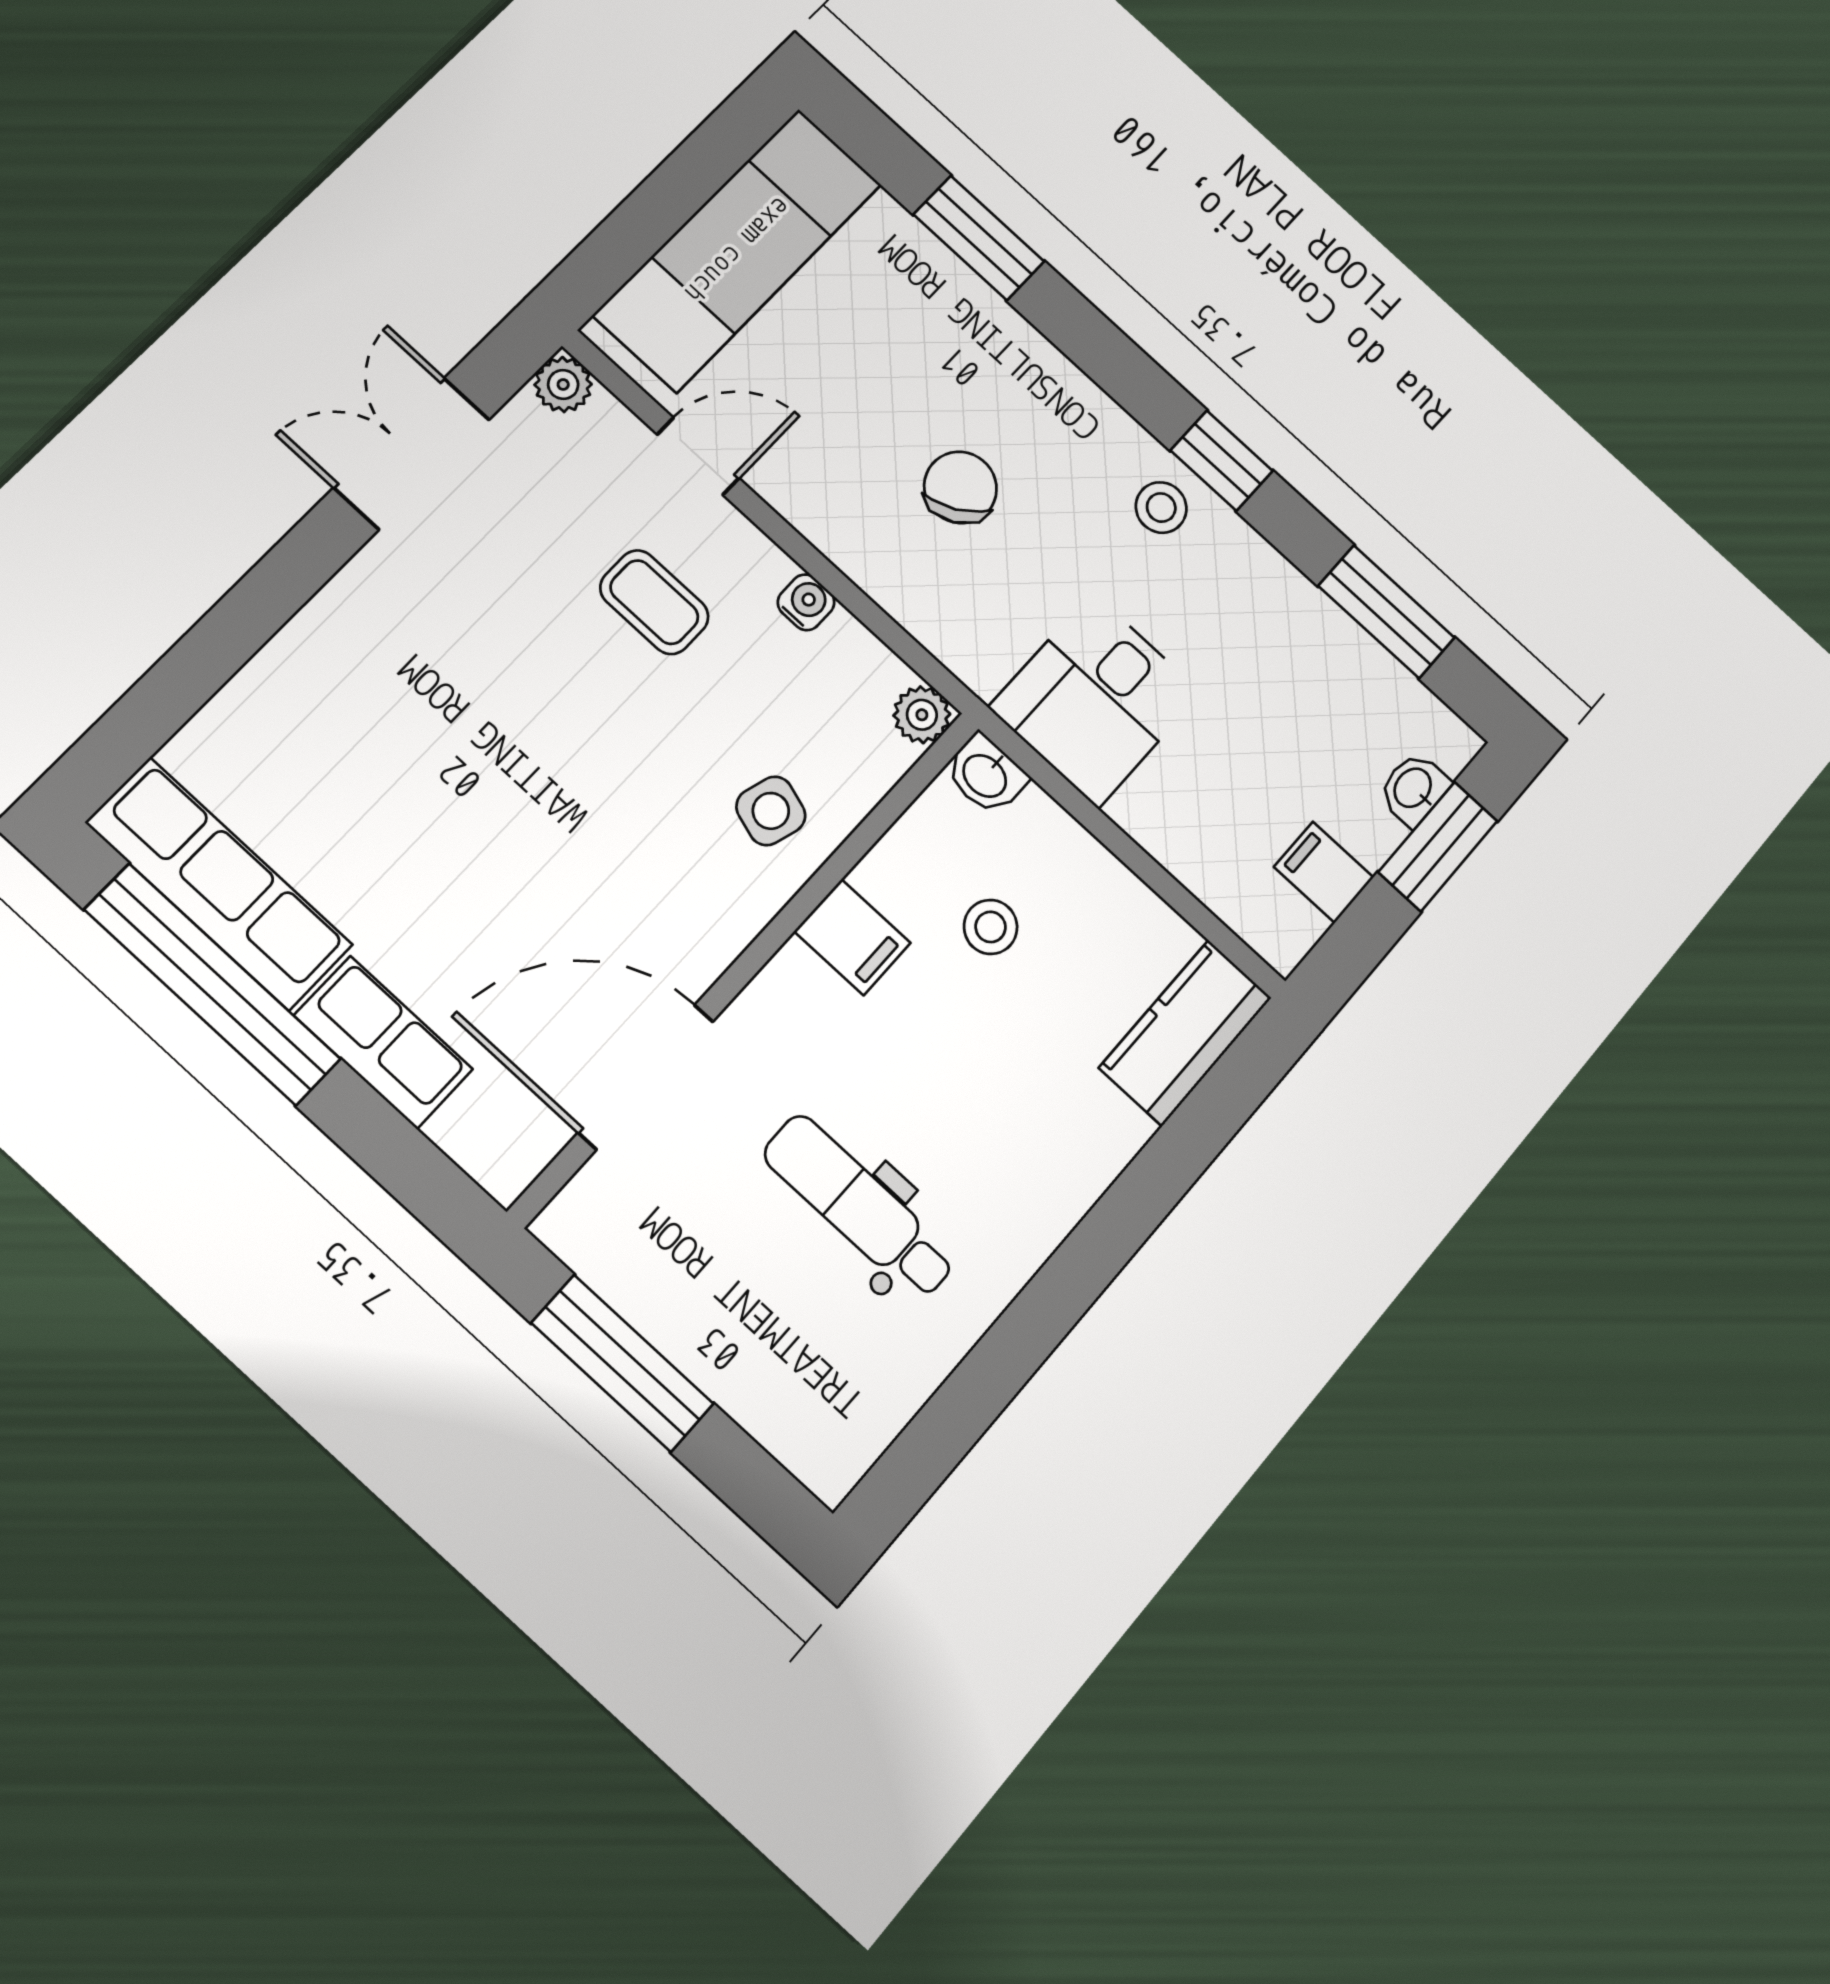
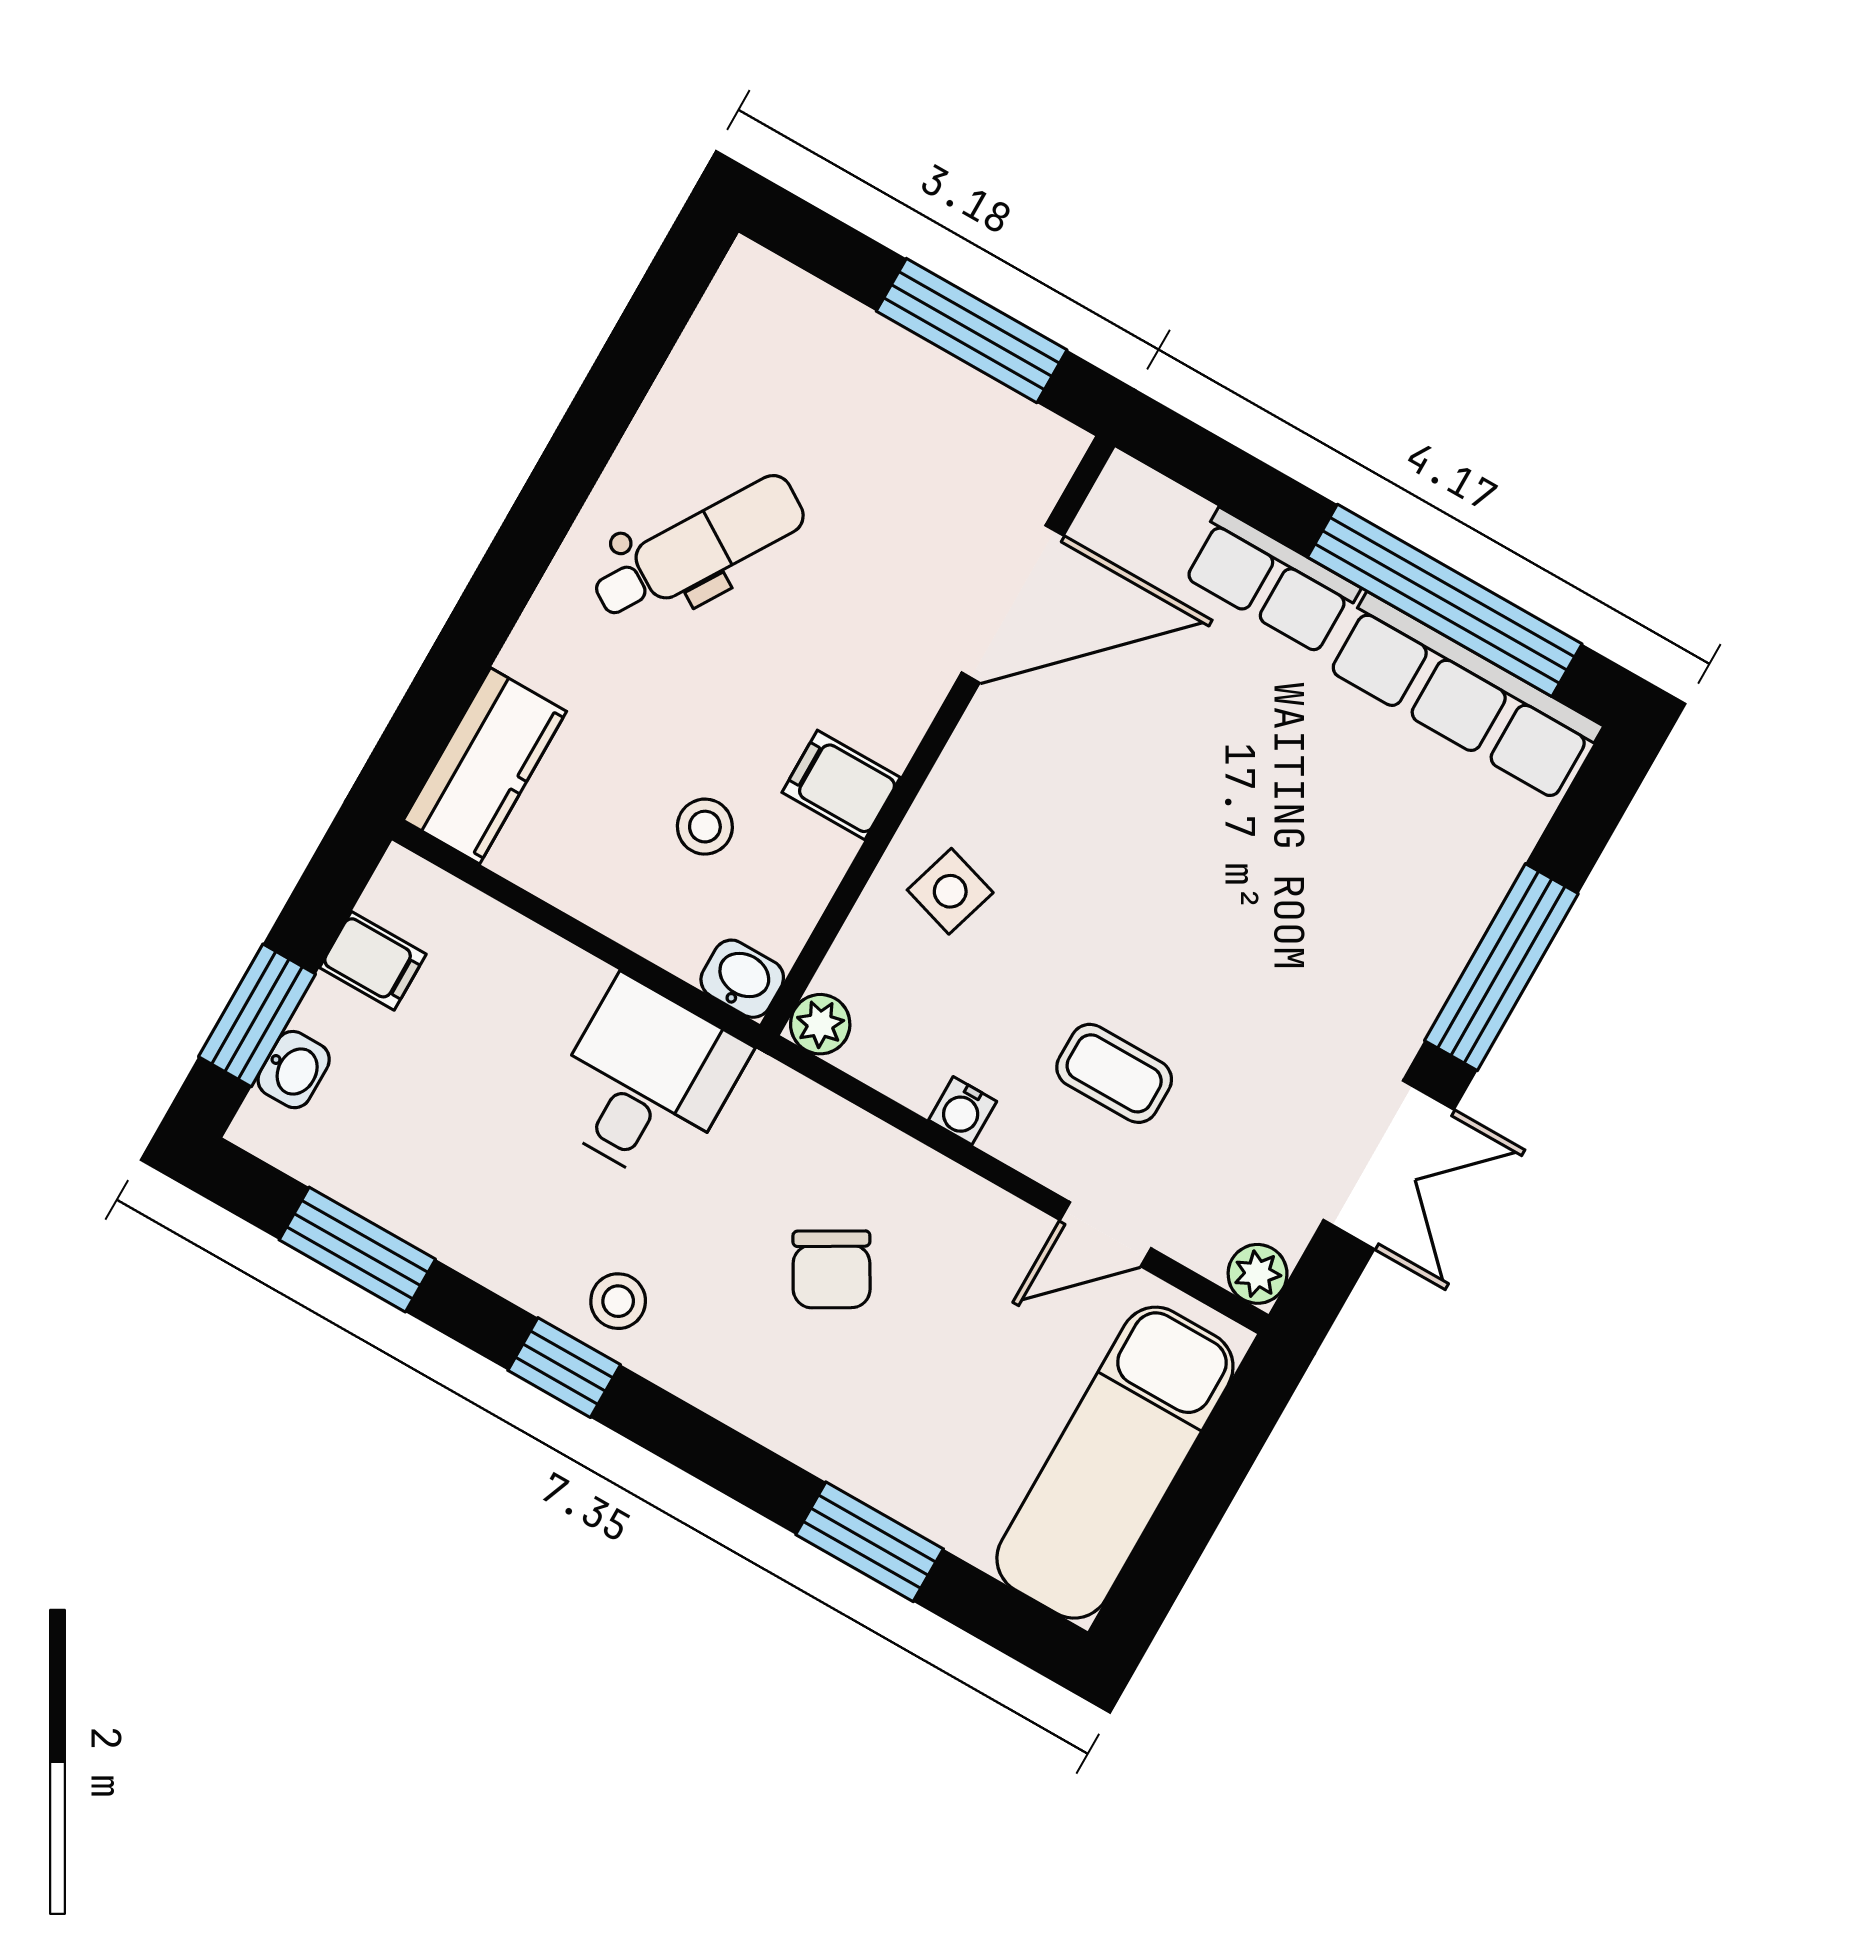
window: (252, 612) -> (1501, 967), added
dental chair: (860, 1207) -> (698, 548), moved, turned -58

